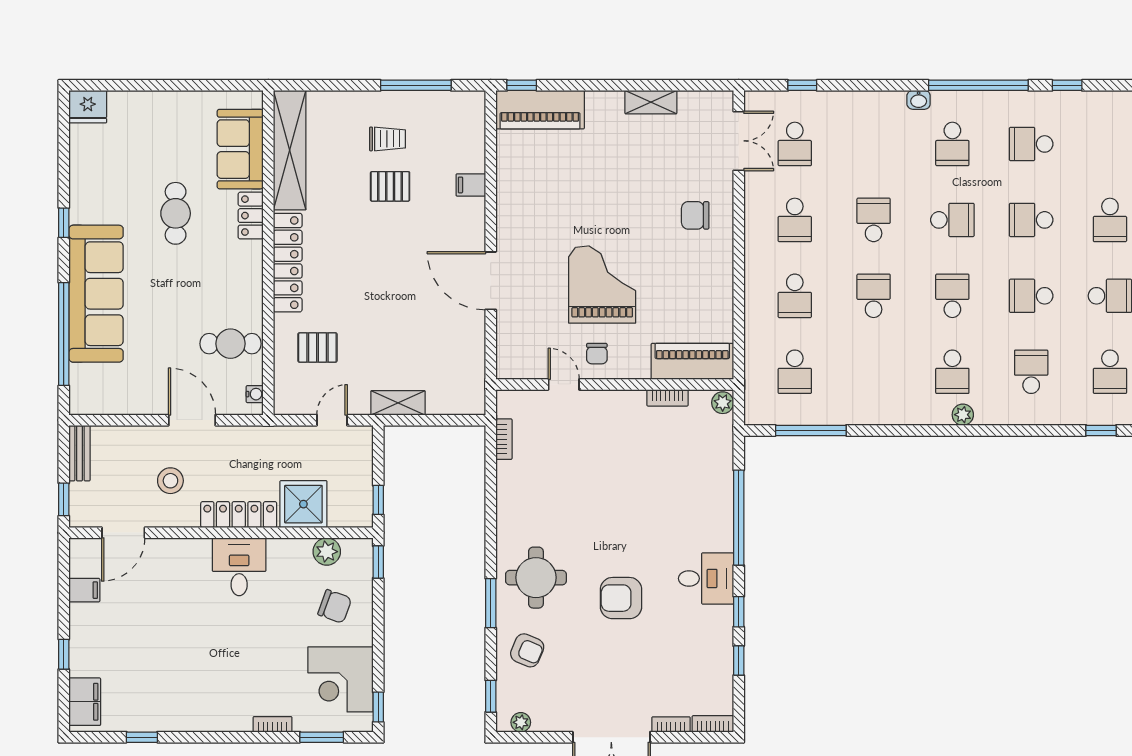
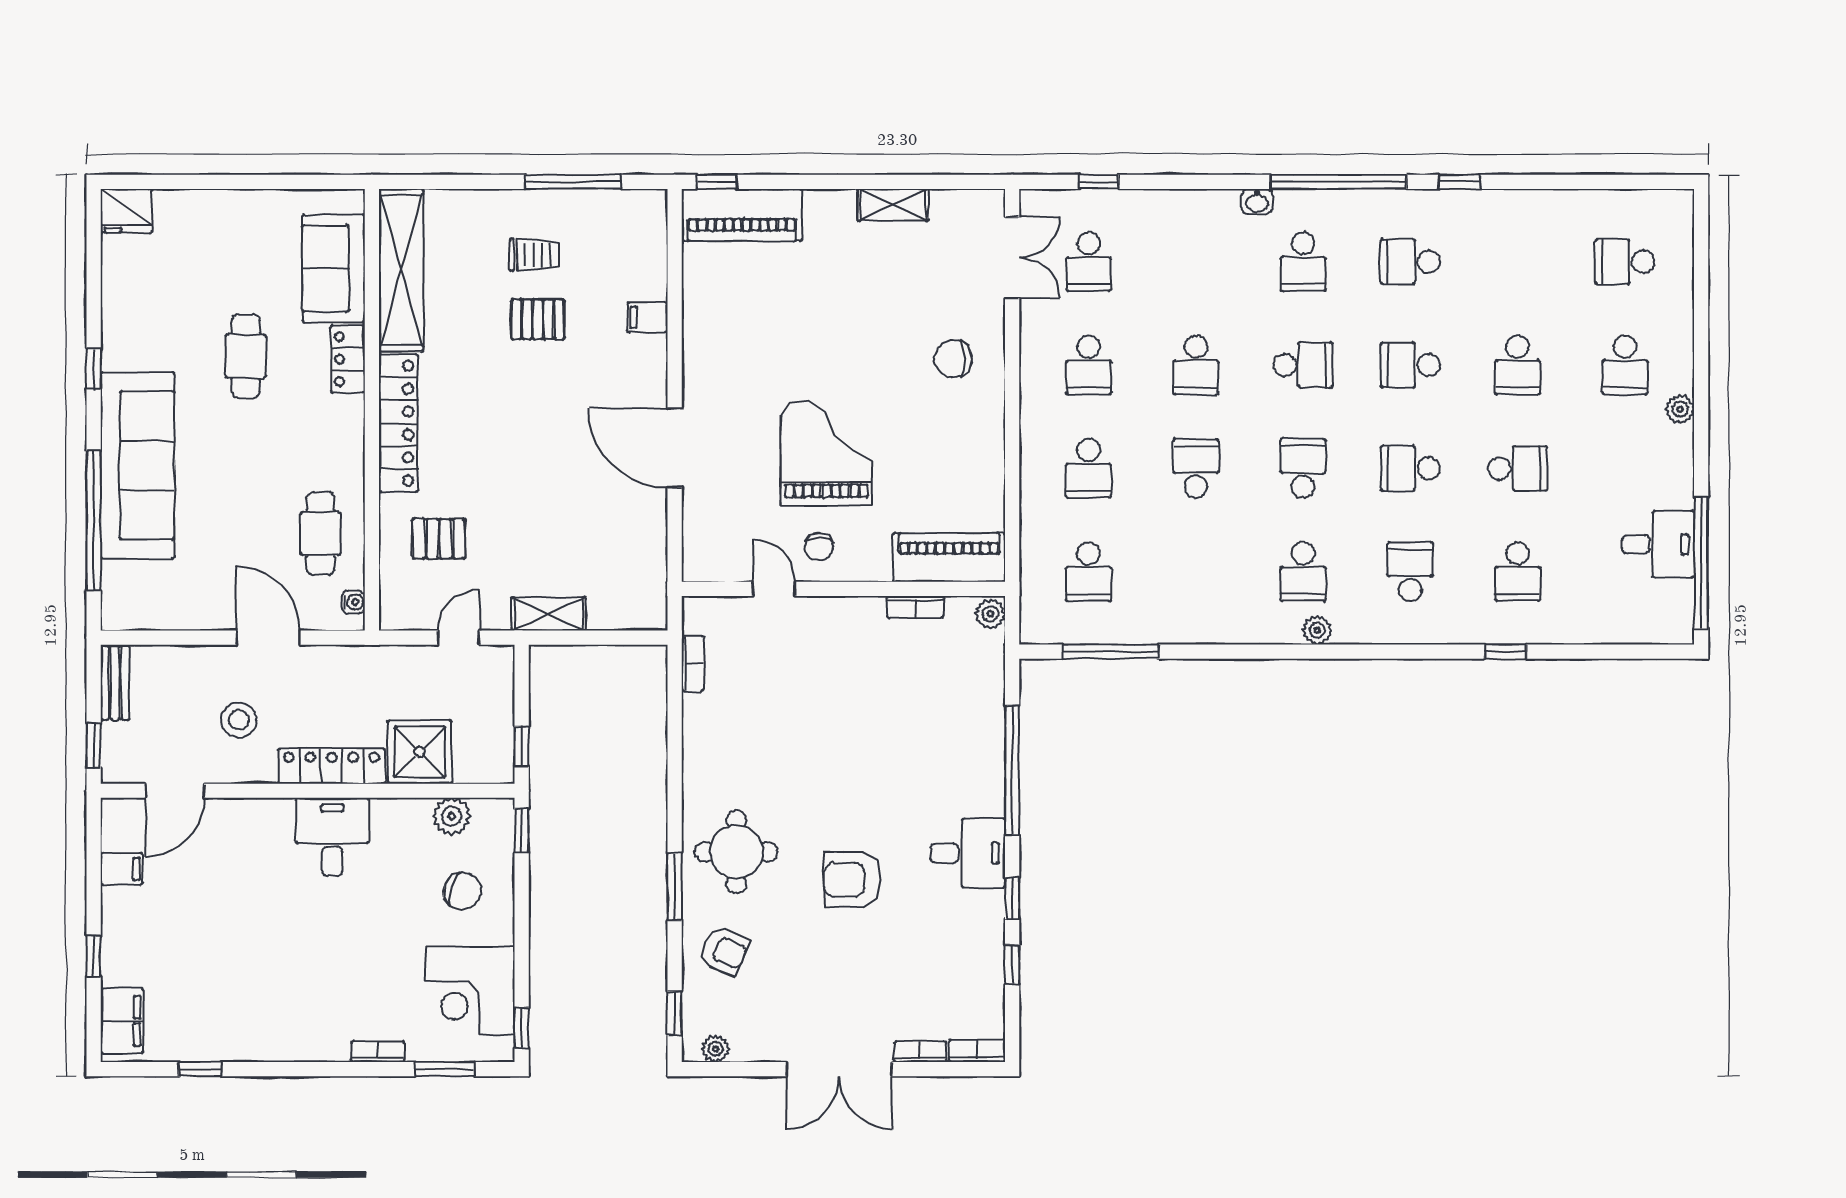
school desk: (874, 220) -> (1196, 365), turned 180
cafe table: (231, 344) -> (321, 533), turned 90

